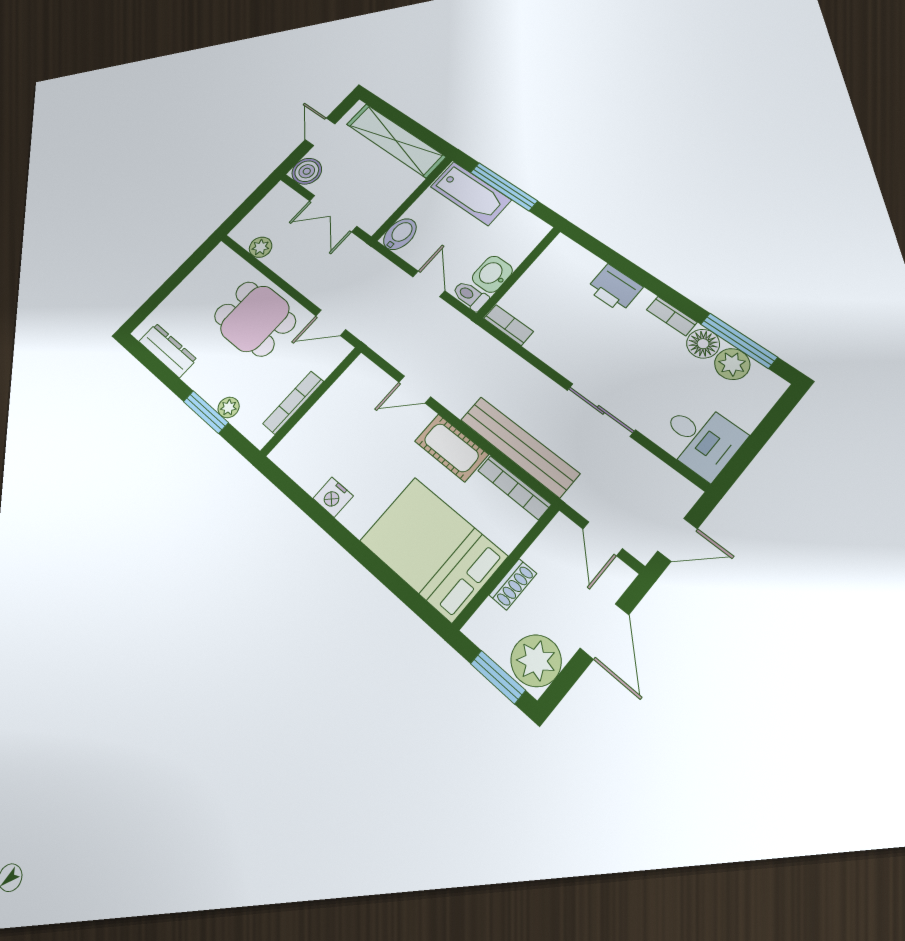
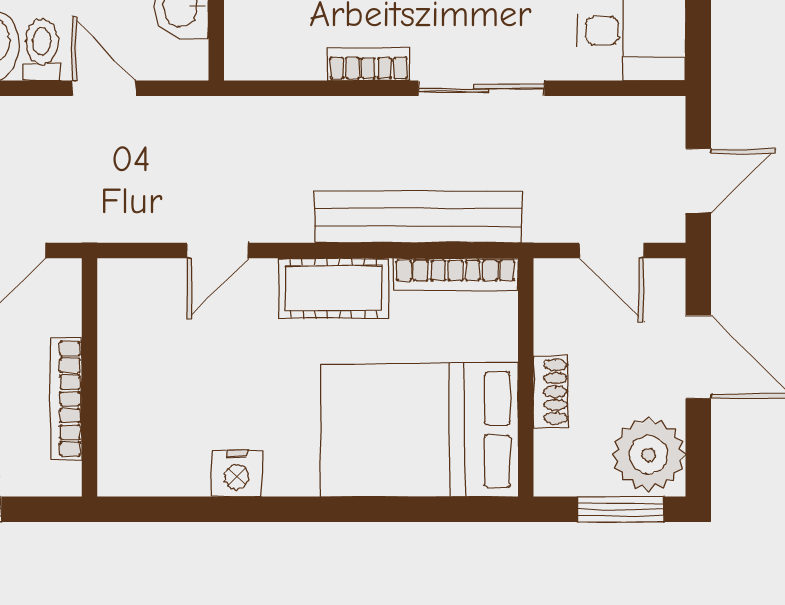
toilet: (470, 296) -> (42, 50), moved, turned 90
bookcase: (508, 325) -> (369, 64), moved

